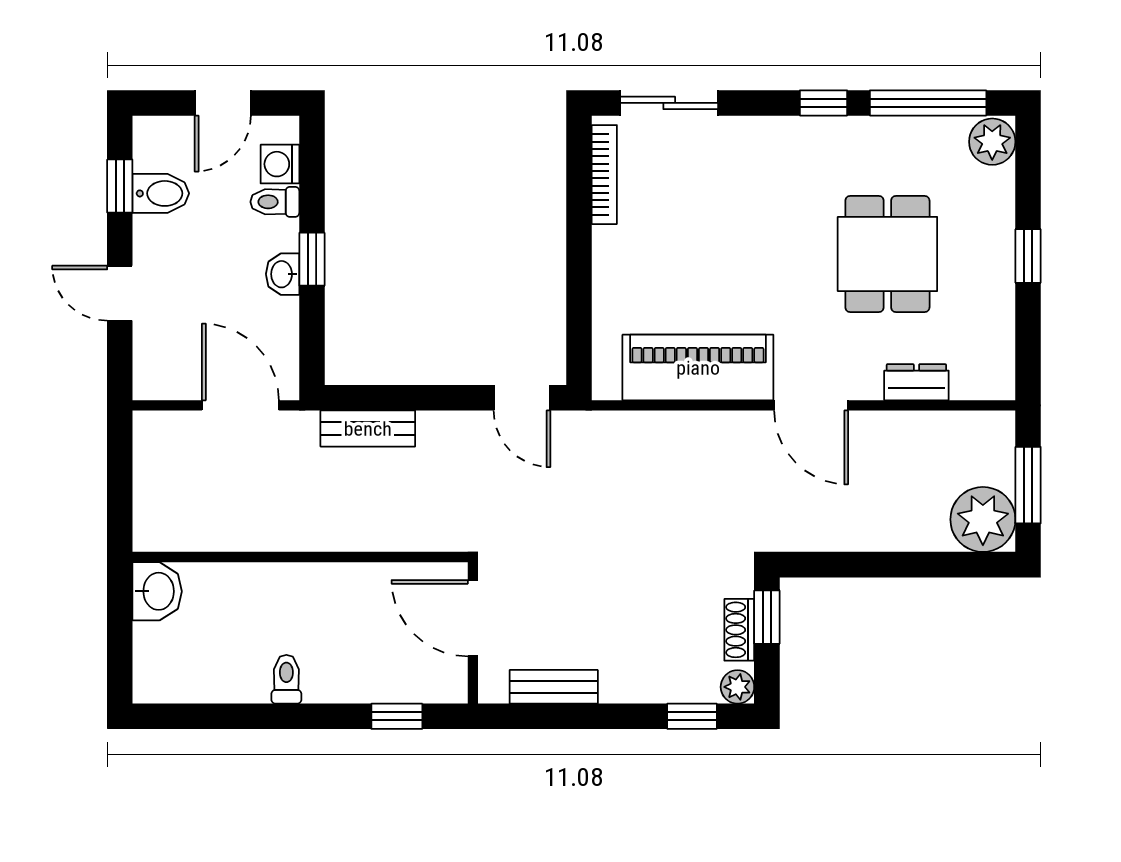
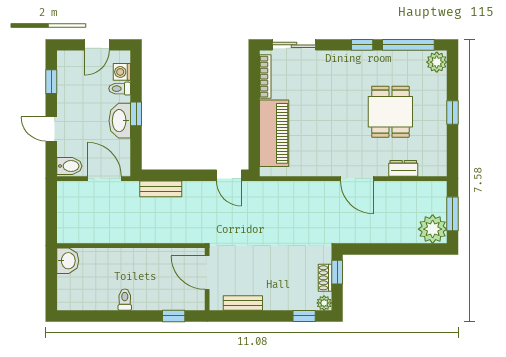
bidet: (161, 193) -> (69, 166), moved
washbasin: (283, 274) -> (120, 121), width x1.91, depth x1.45
piano: (698, 368) -> (274, 133), moved, turned 90

